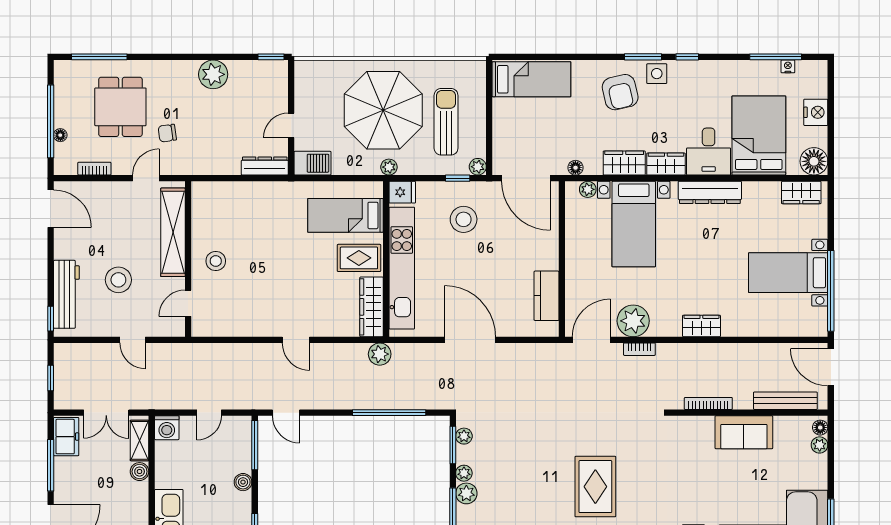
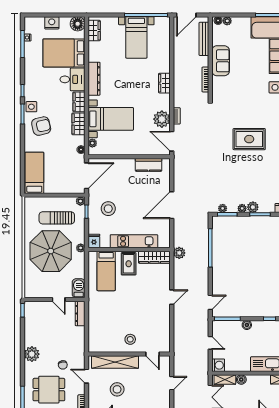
plant: (213, 74) -> (32, 354), moved
kitchen unit: (402, 268) -> (134, 241), width x0.73
stool: (118, 280) -> (117, 389), moved

